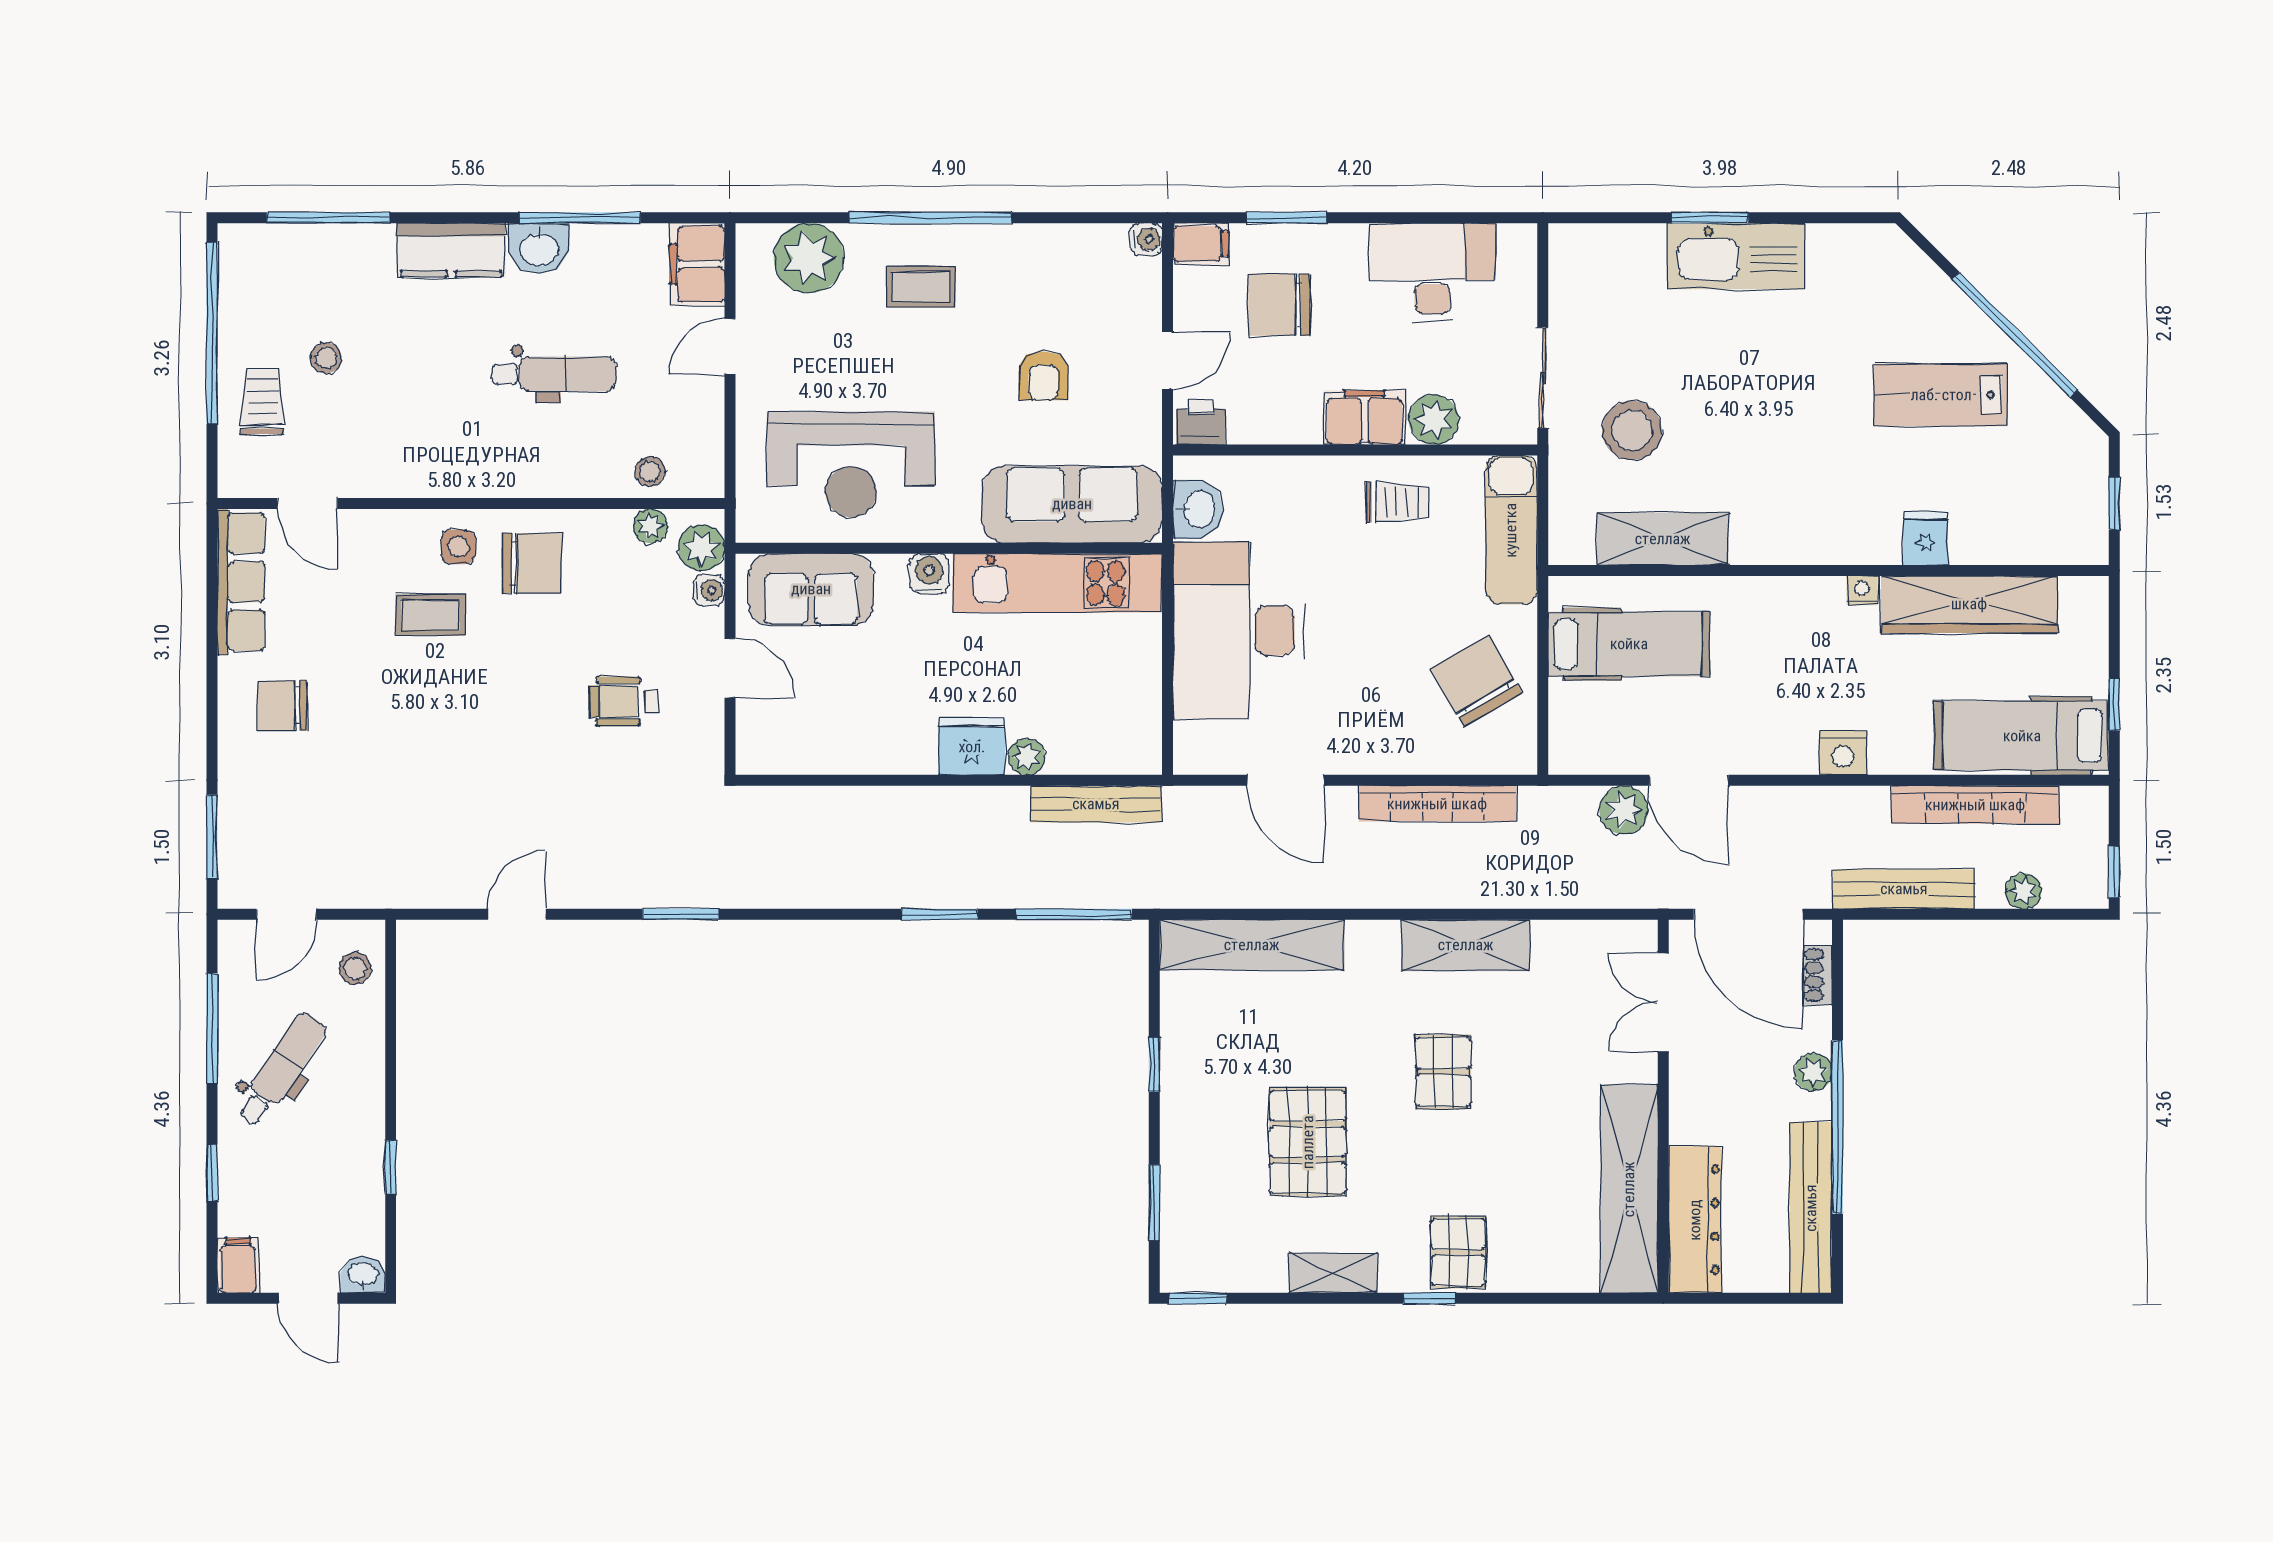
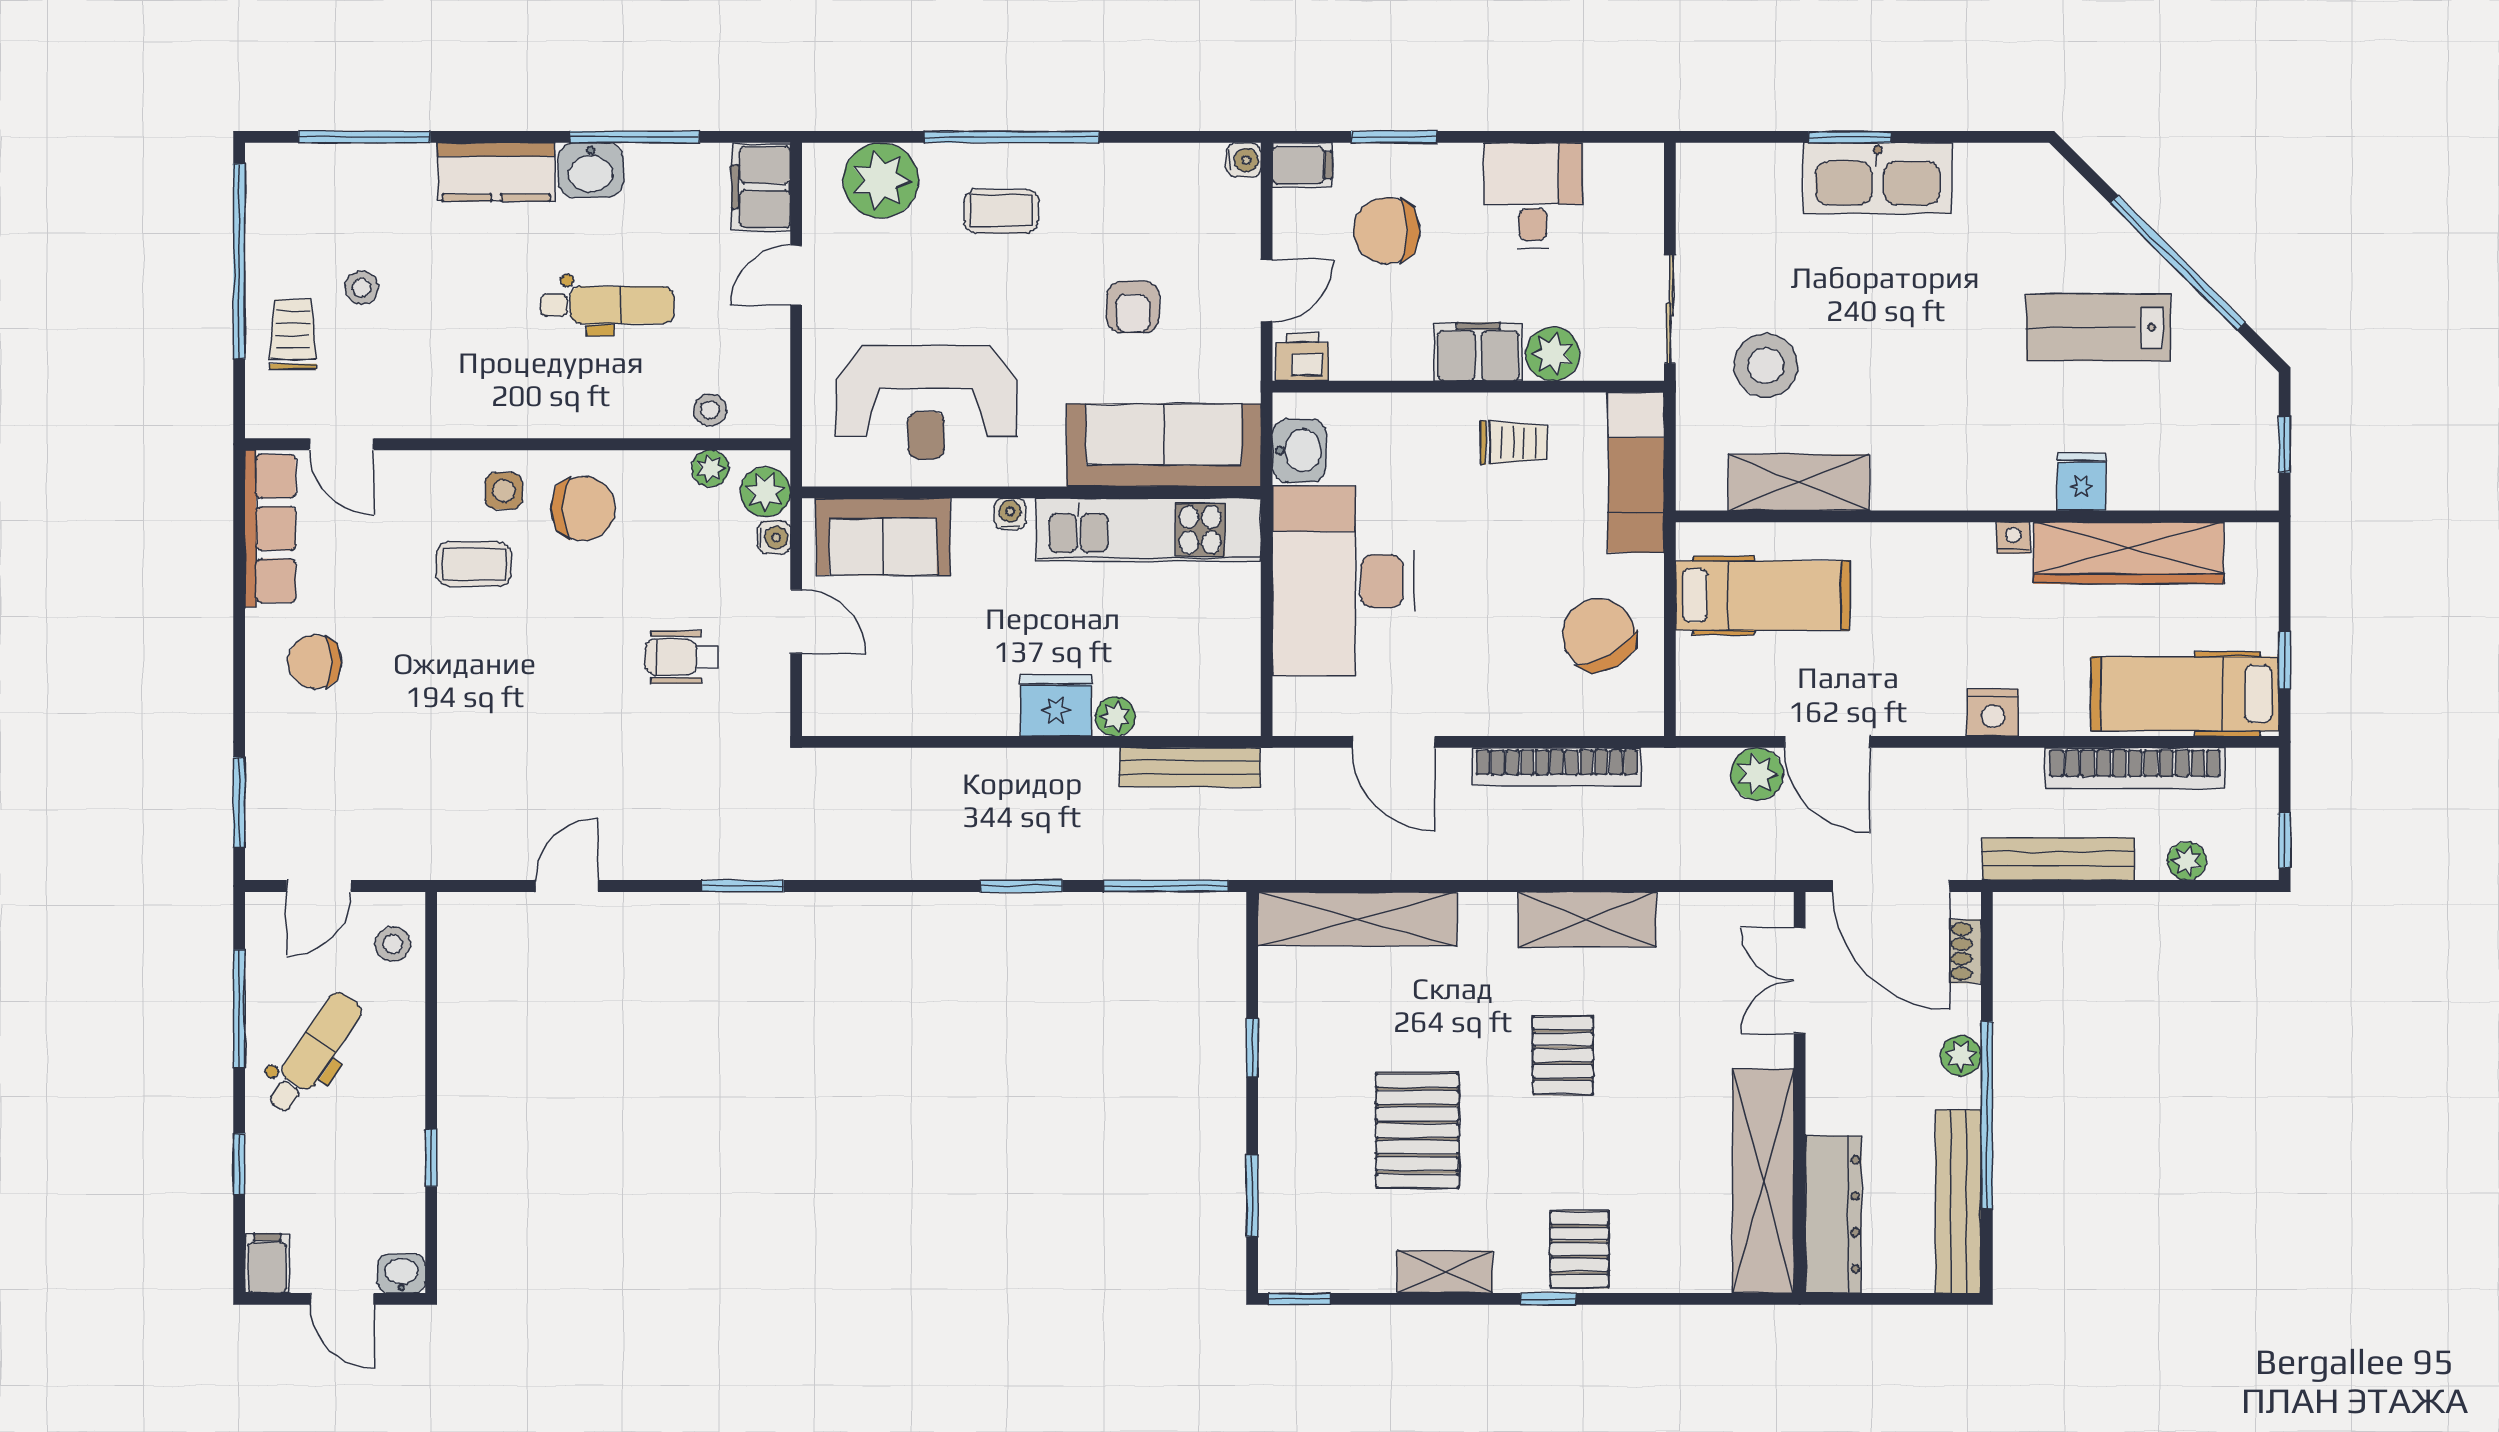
desk: (1432, 272) -> (1533, 196), width x0.73
water cooler: (929, 574) -> (1010, 514), width x0.72, depth x0.72

